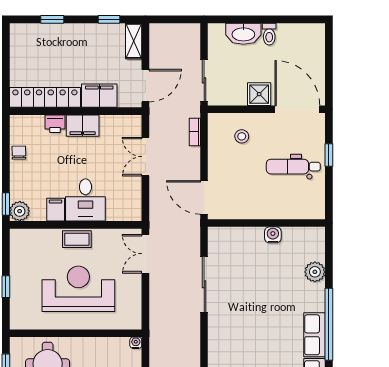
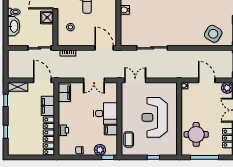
filing cabinet: (83, 126) -> (64, 93), moved
double door: (145, 157) -> (94, 80), moved
door: (204, 197) -> (104, 48), swing flipped
plant: (20, 211) -> (100, 150), moved
coffee table: (77, 239) -> (129, 139), moved
double door: (145, 254) -> (135, 80), swing flipped

